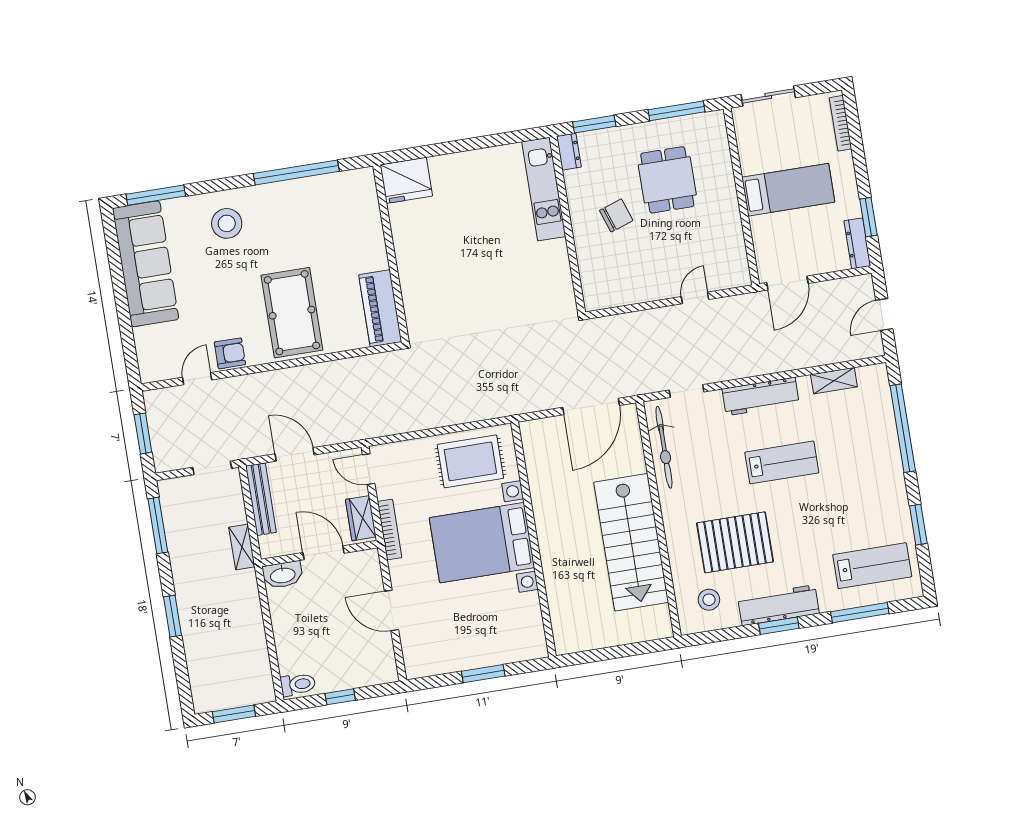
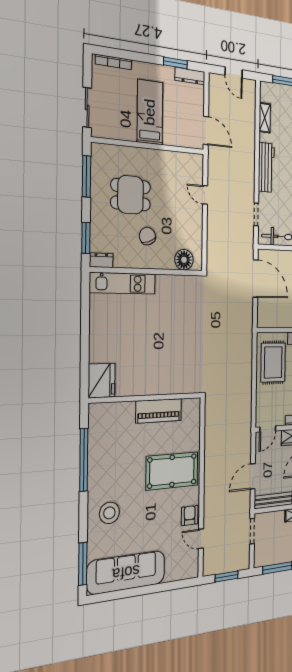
floor lamp: (595, 280) -> (184, 260), added
piano: (380, 308) -> (159, 411), moved

